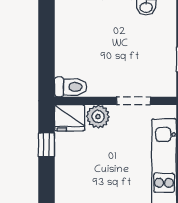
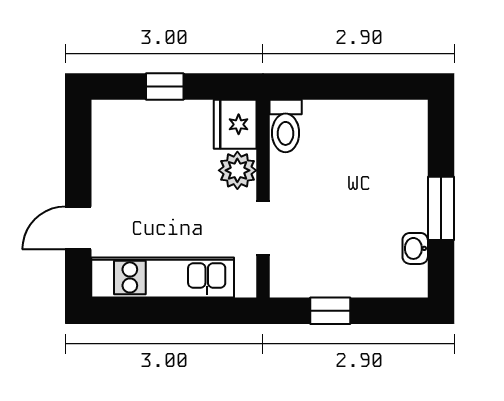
window: (46, 145) -> (165, 86), moved

